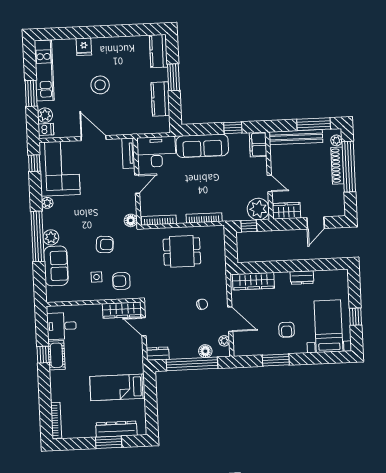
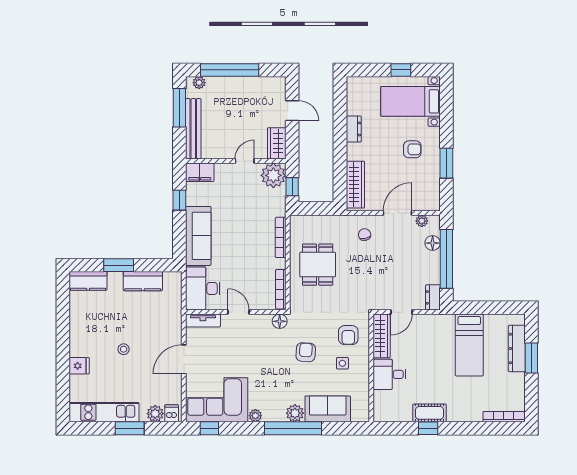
stool: (100, 85) -> (124, 349), width x0.53, depth x0.53
shoe rack: (337, 166) -> (228, 83), removed
chair: (202, 304) -> (365, 235), moved
desk: (62, 326) -> (389, 374), moved, turned 90

